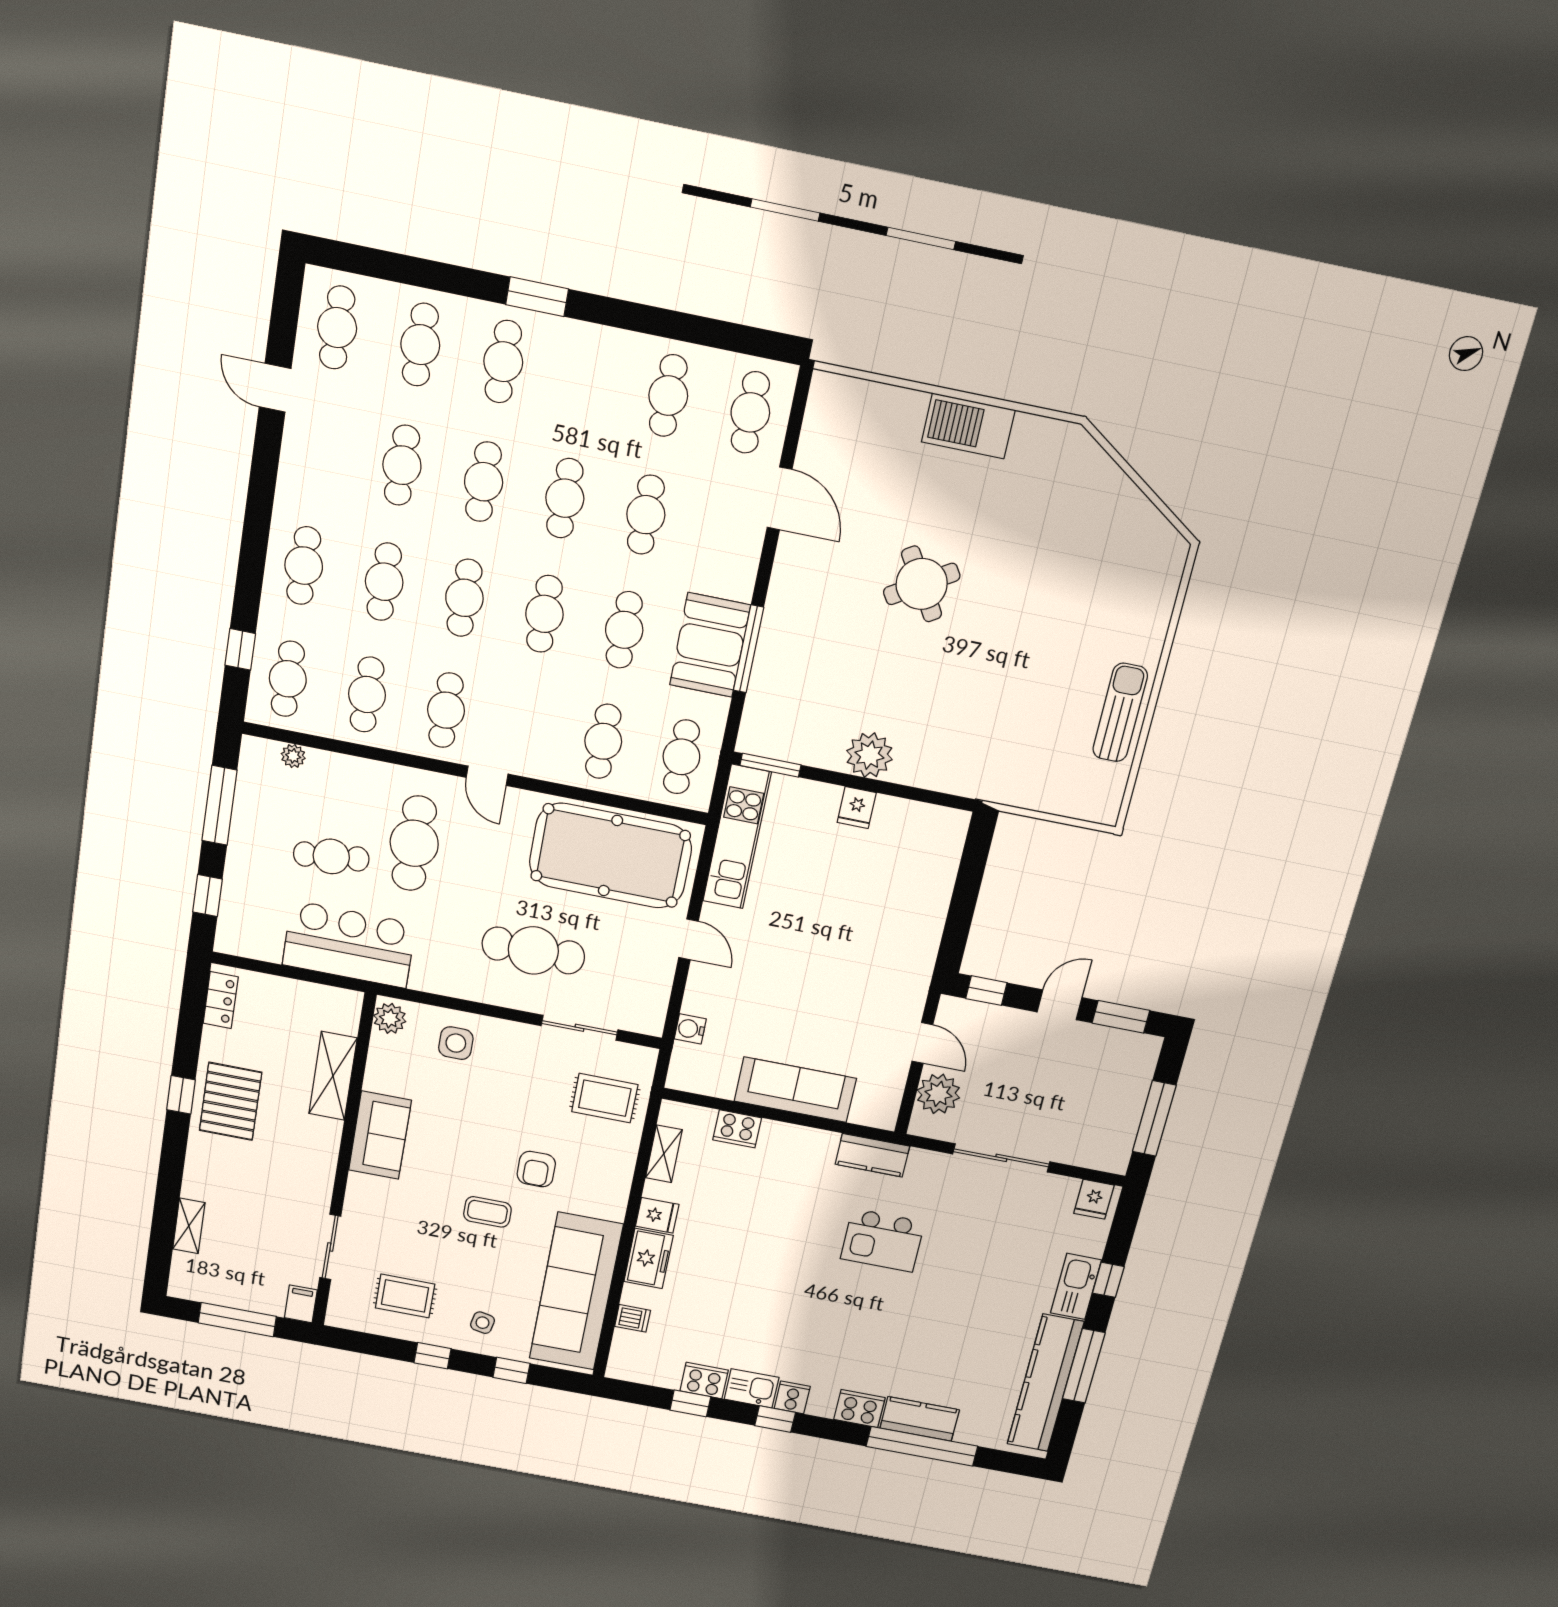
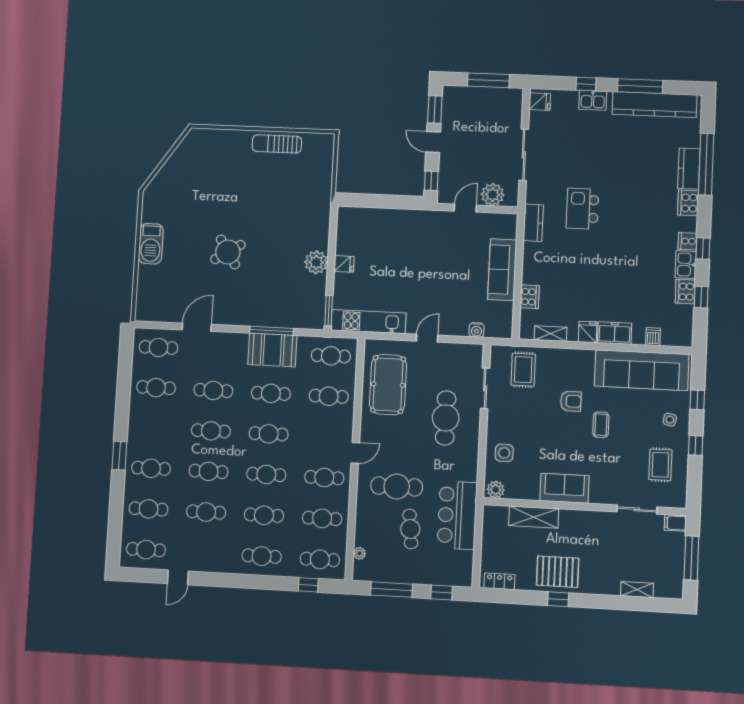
pool table: (610, 856) -> (388, 385), width x0.73, depth x0.76
kitchen island: (882, 1240) -> (582, 209), turned 180
kitchen sink: (1076, 1286) -> (593, 100), width x0.73

